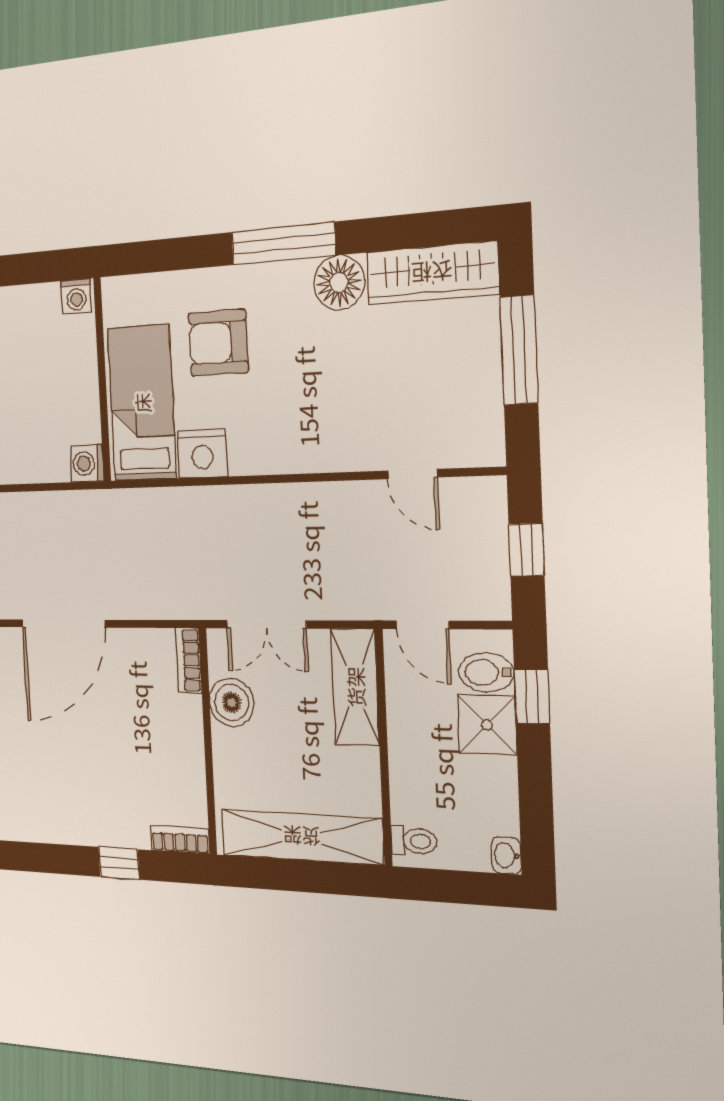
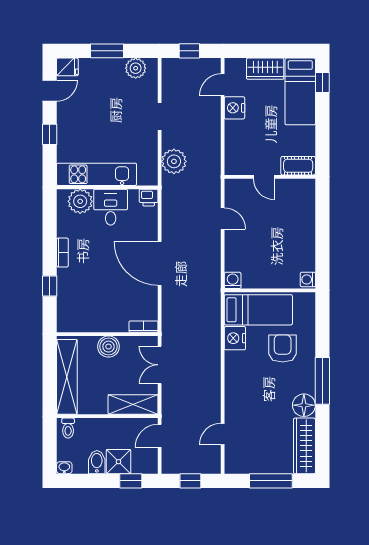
bidet: (486, 672) -> (97, 462), moved
boiler: (232, 702) -> (109, 347), moved
bookcase: (180, 839) -> (62, 253), moved

